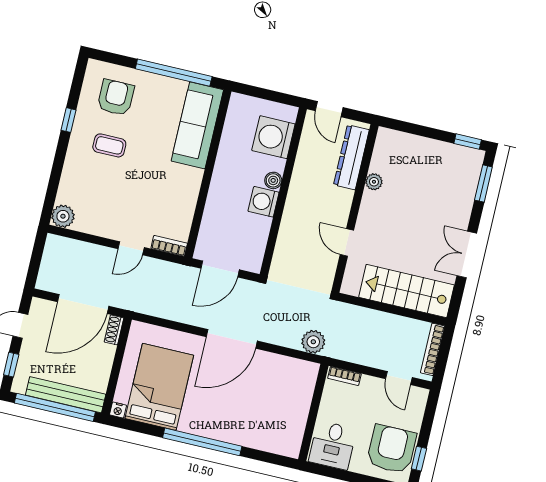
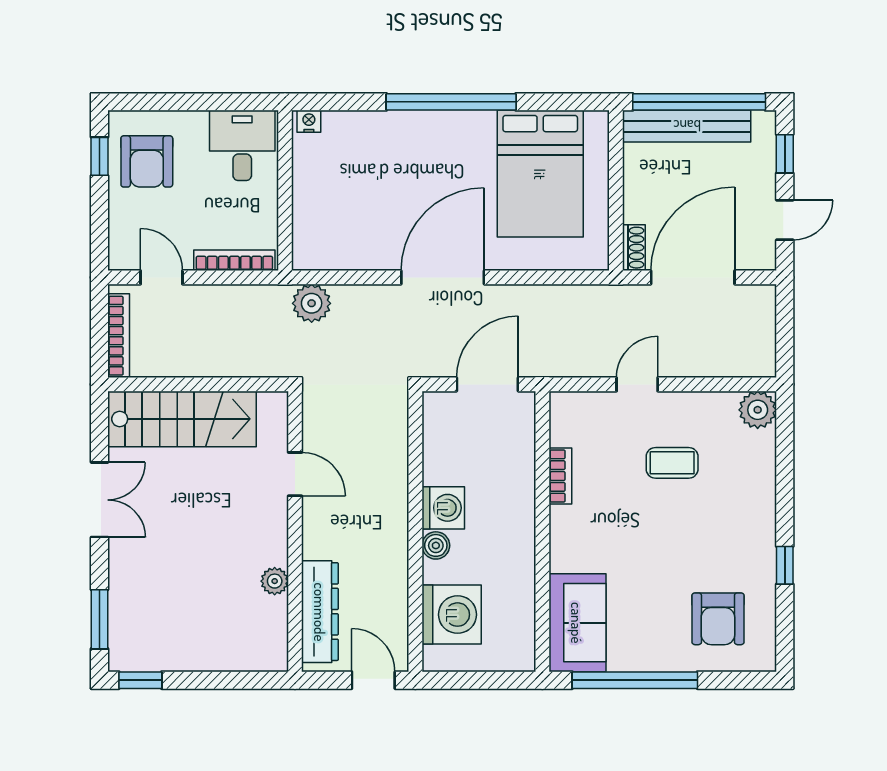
sofa: (197, 125) -> (577, 623), width x0.73
coffee table: (109, 145) -> (672, 463), moved
bookcase: (169, 246) -> (560, 476), moved, turned -90
bookcase: (345, 376) -> (234, 260), width x1.56
nightstand: (118, 410) -> (309, 121), moved
armchair: (391, 449) -> (147, 161), width x0.73, depth x0.73

